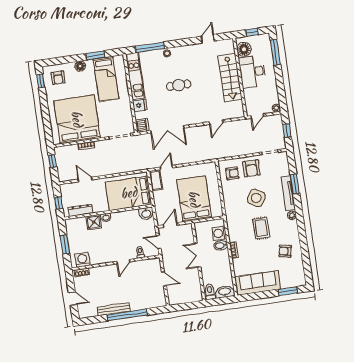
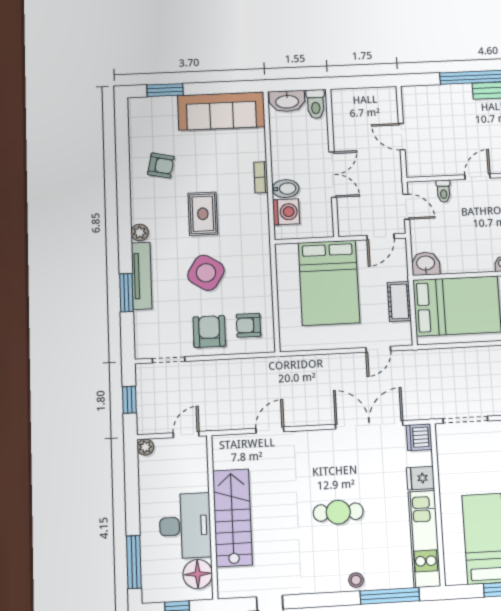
cot: (156, 180) -> (399, 301), moved

